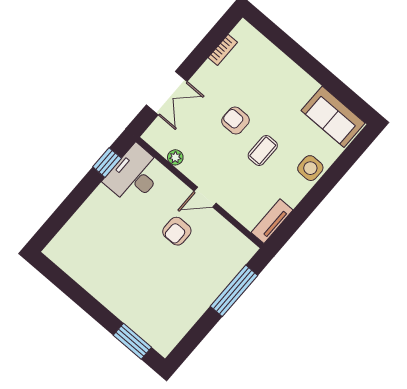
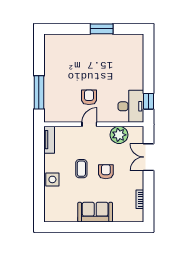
sofa: (333, 117) -> (95, 212), moved
armchair: (235, 121) -> (106, 172), turned -90
plant: (175, 157) -> (119, 135), width x1.87, depth x1.87
window: (132, 341) -> (102, 29), moved

